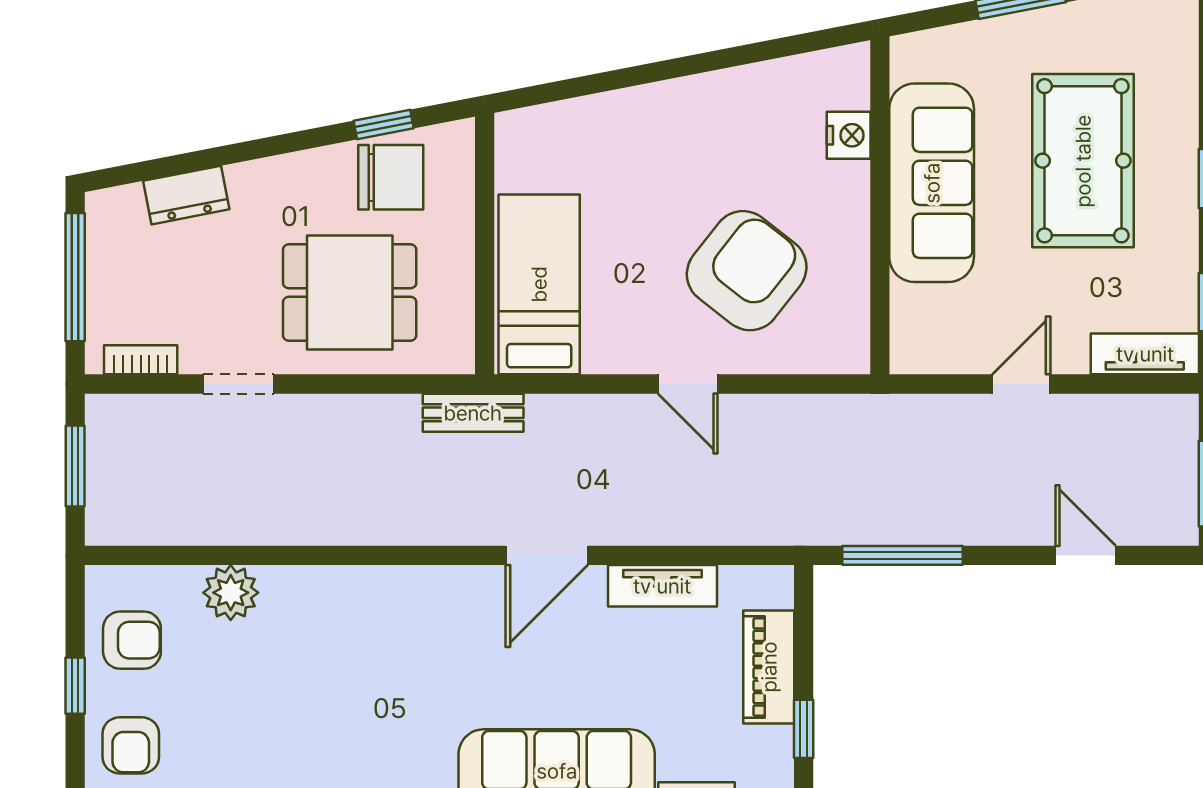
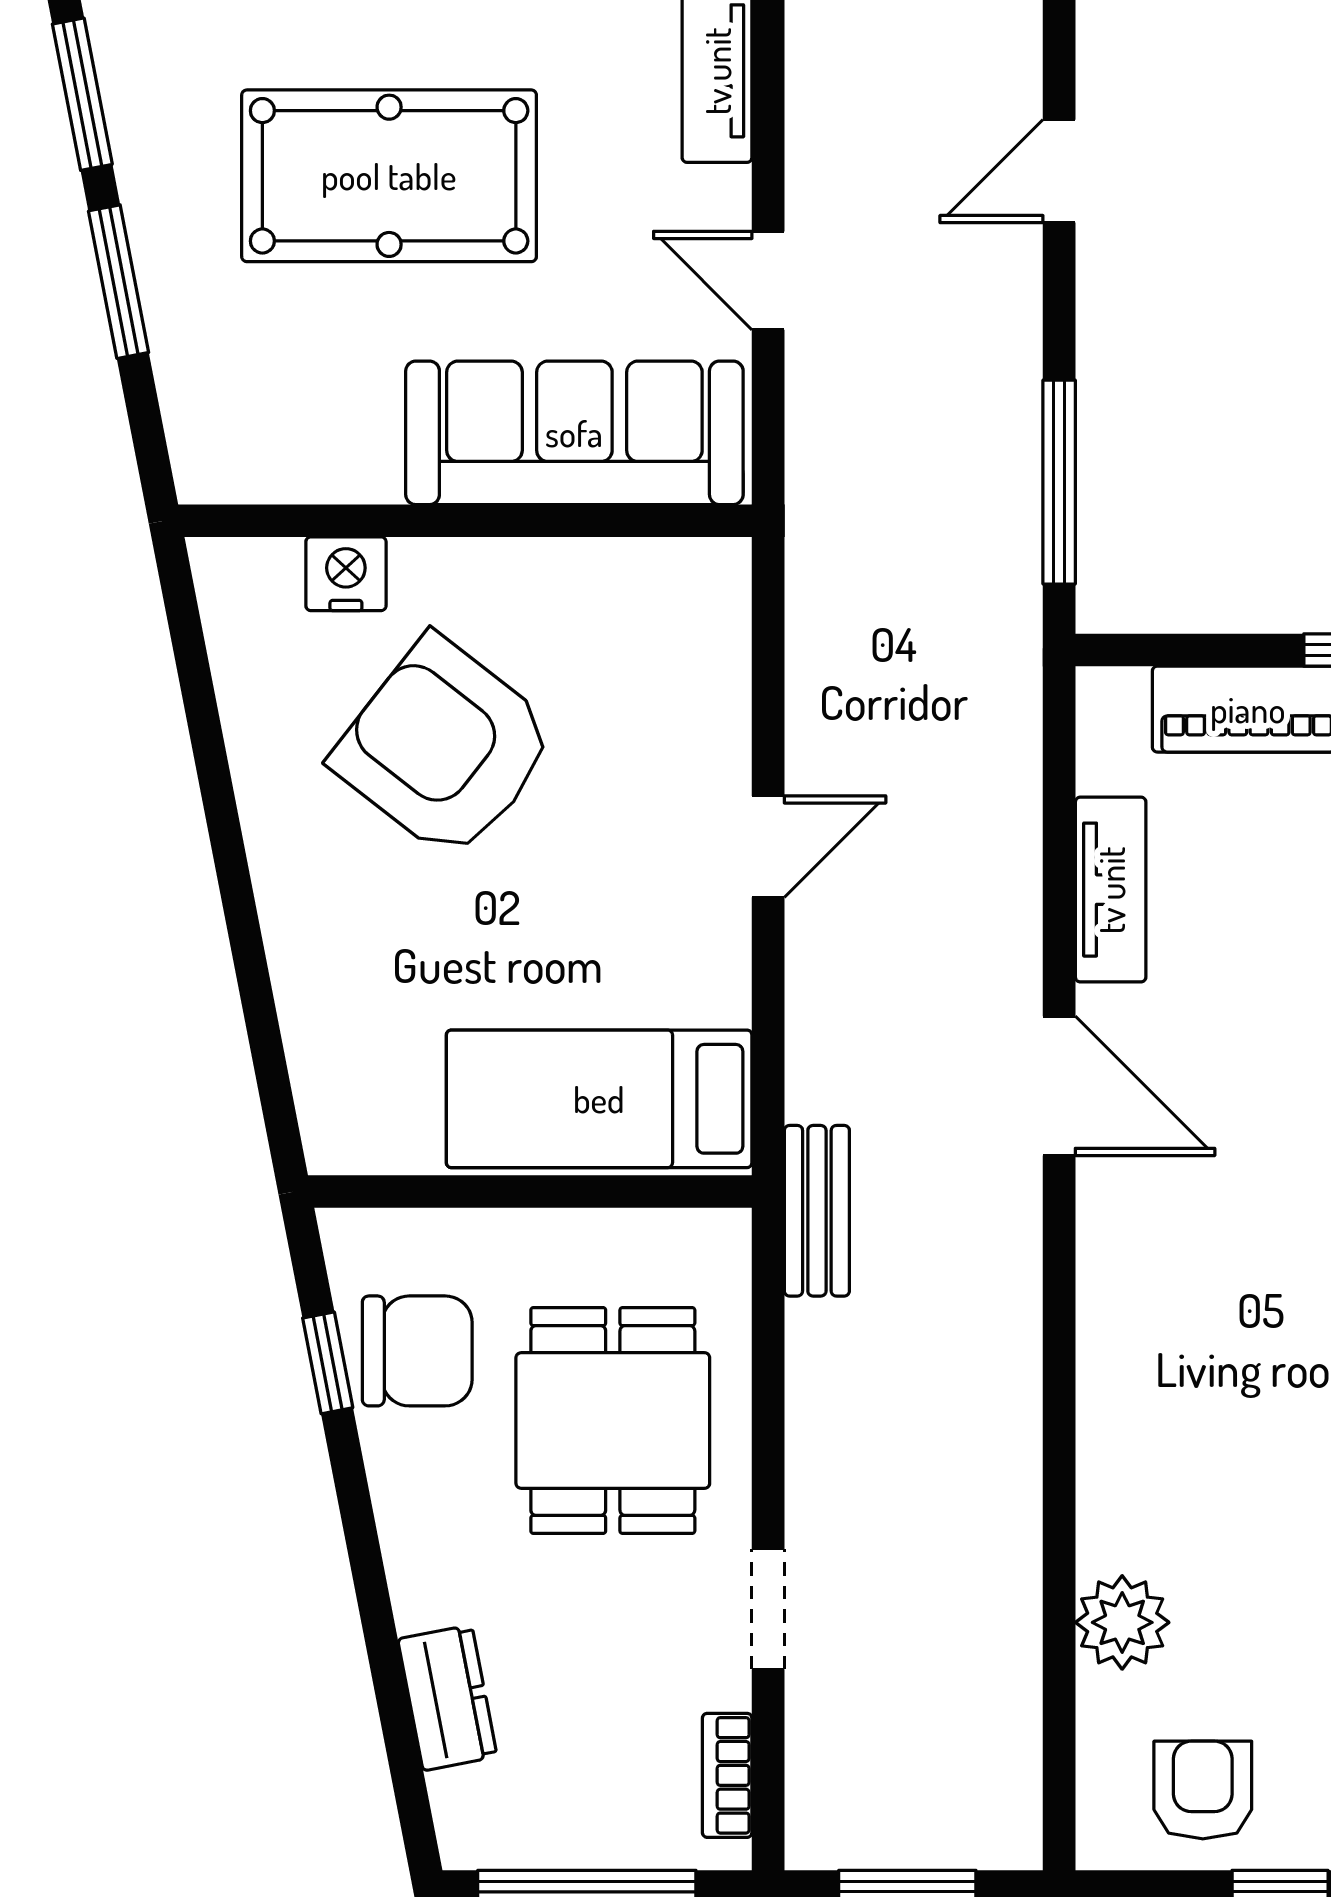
chair: (391, 177) -> (417, 1351), turned 90
sofa: (932, 183) -> (574, 433), moved
armchair: (747, 271) -> (445, 748), moved

